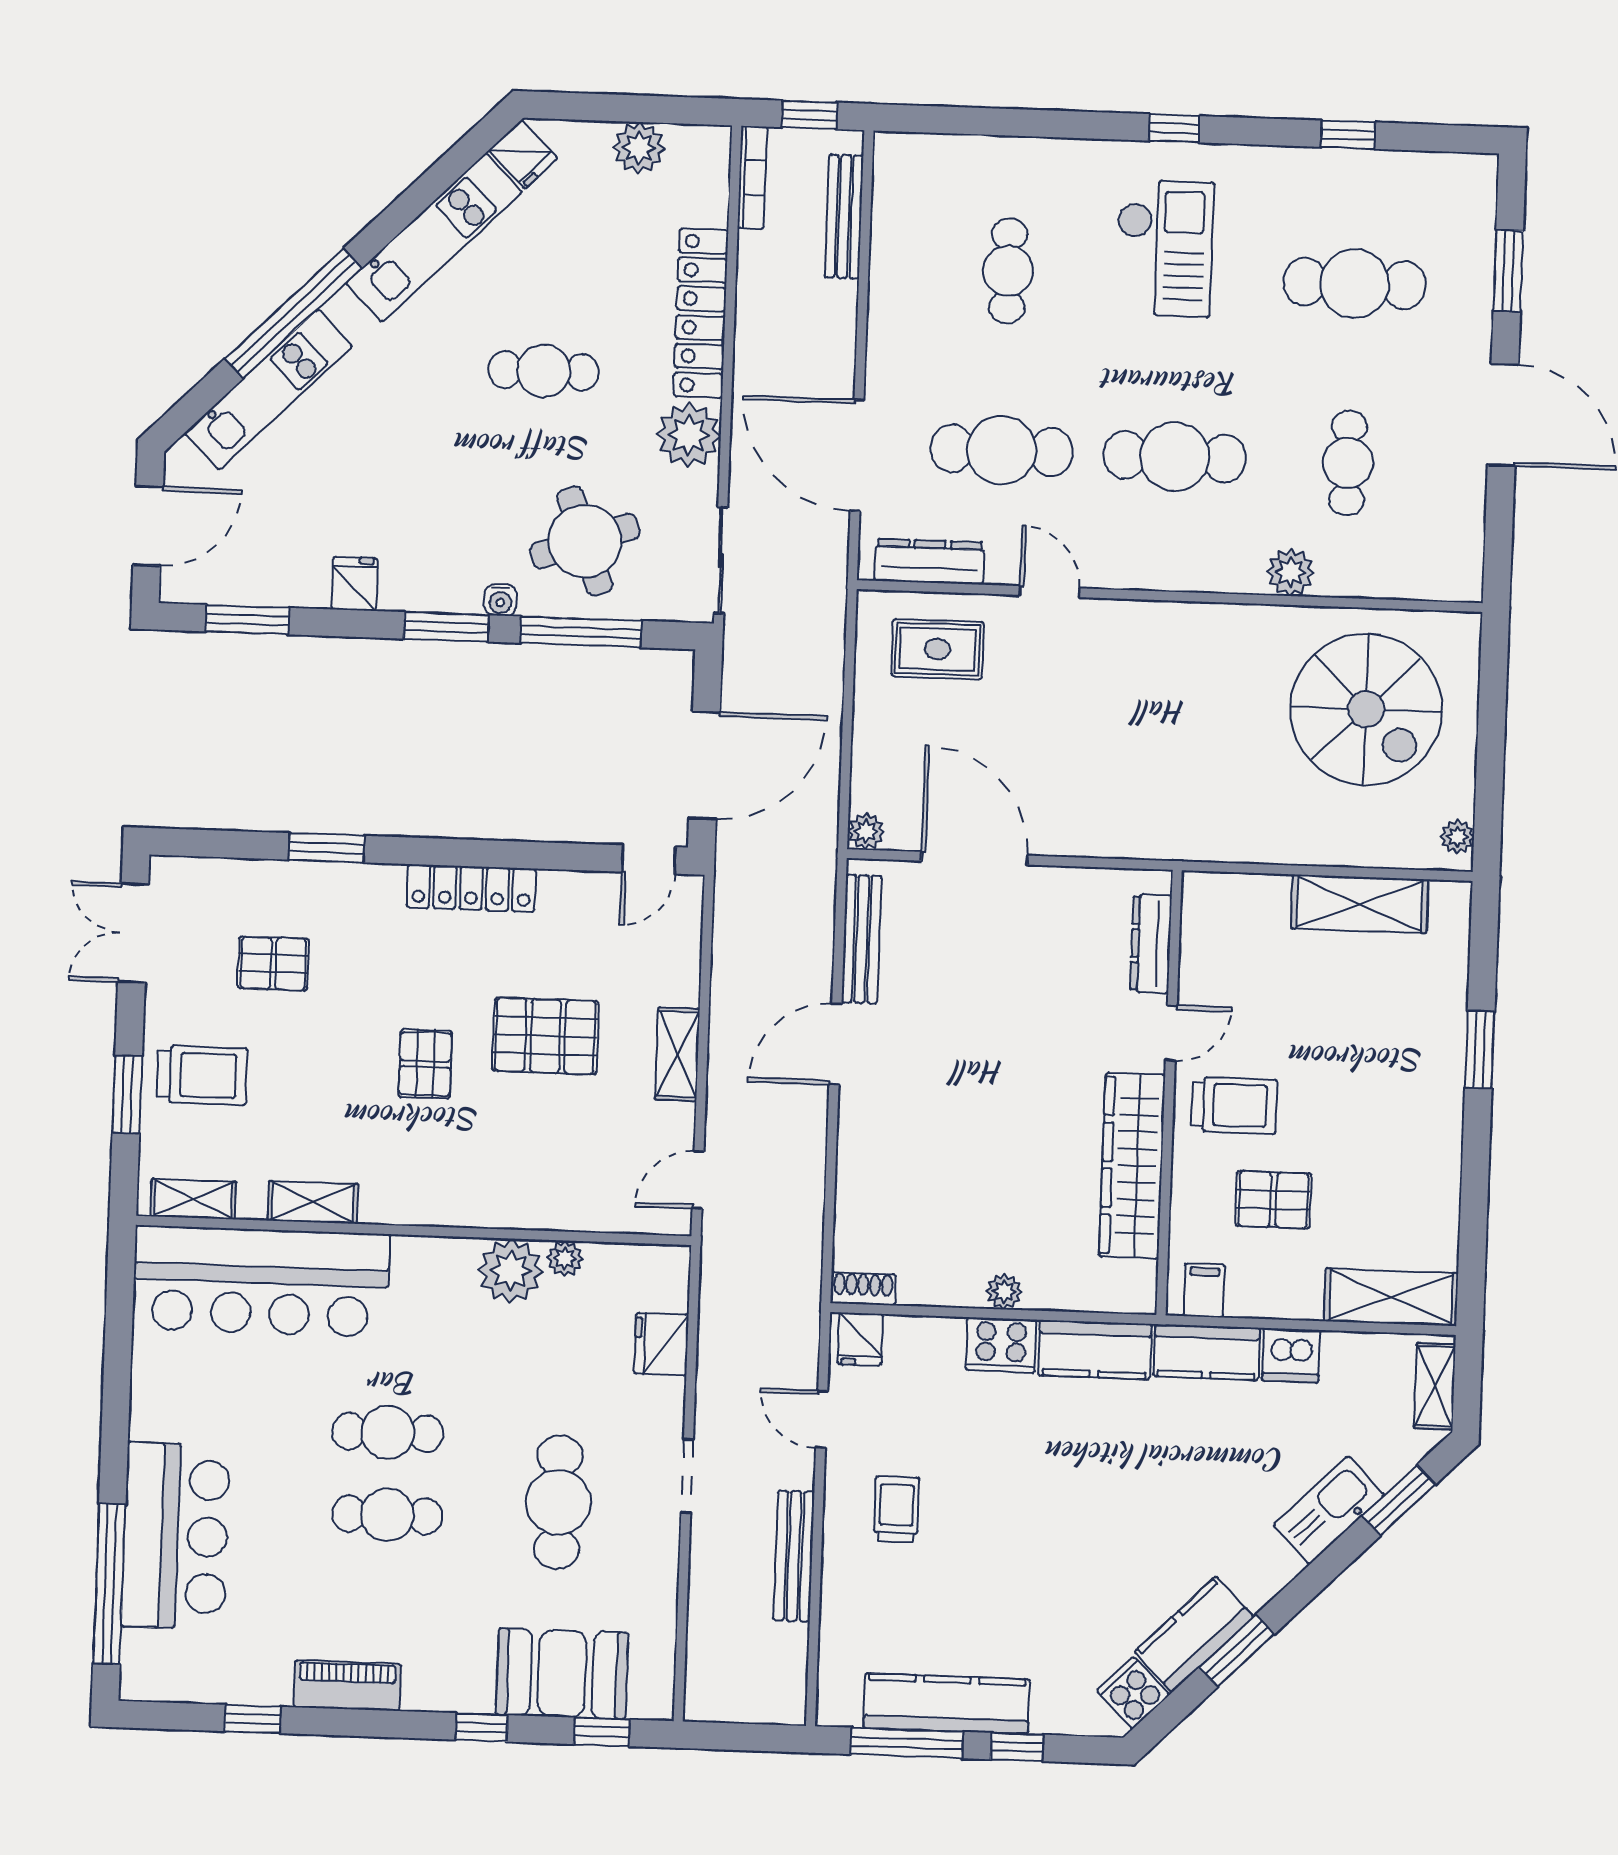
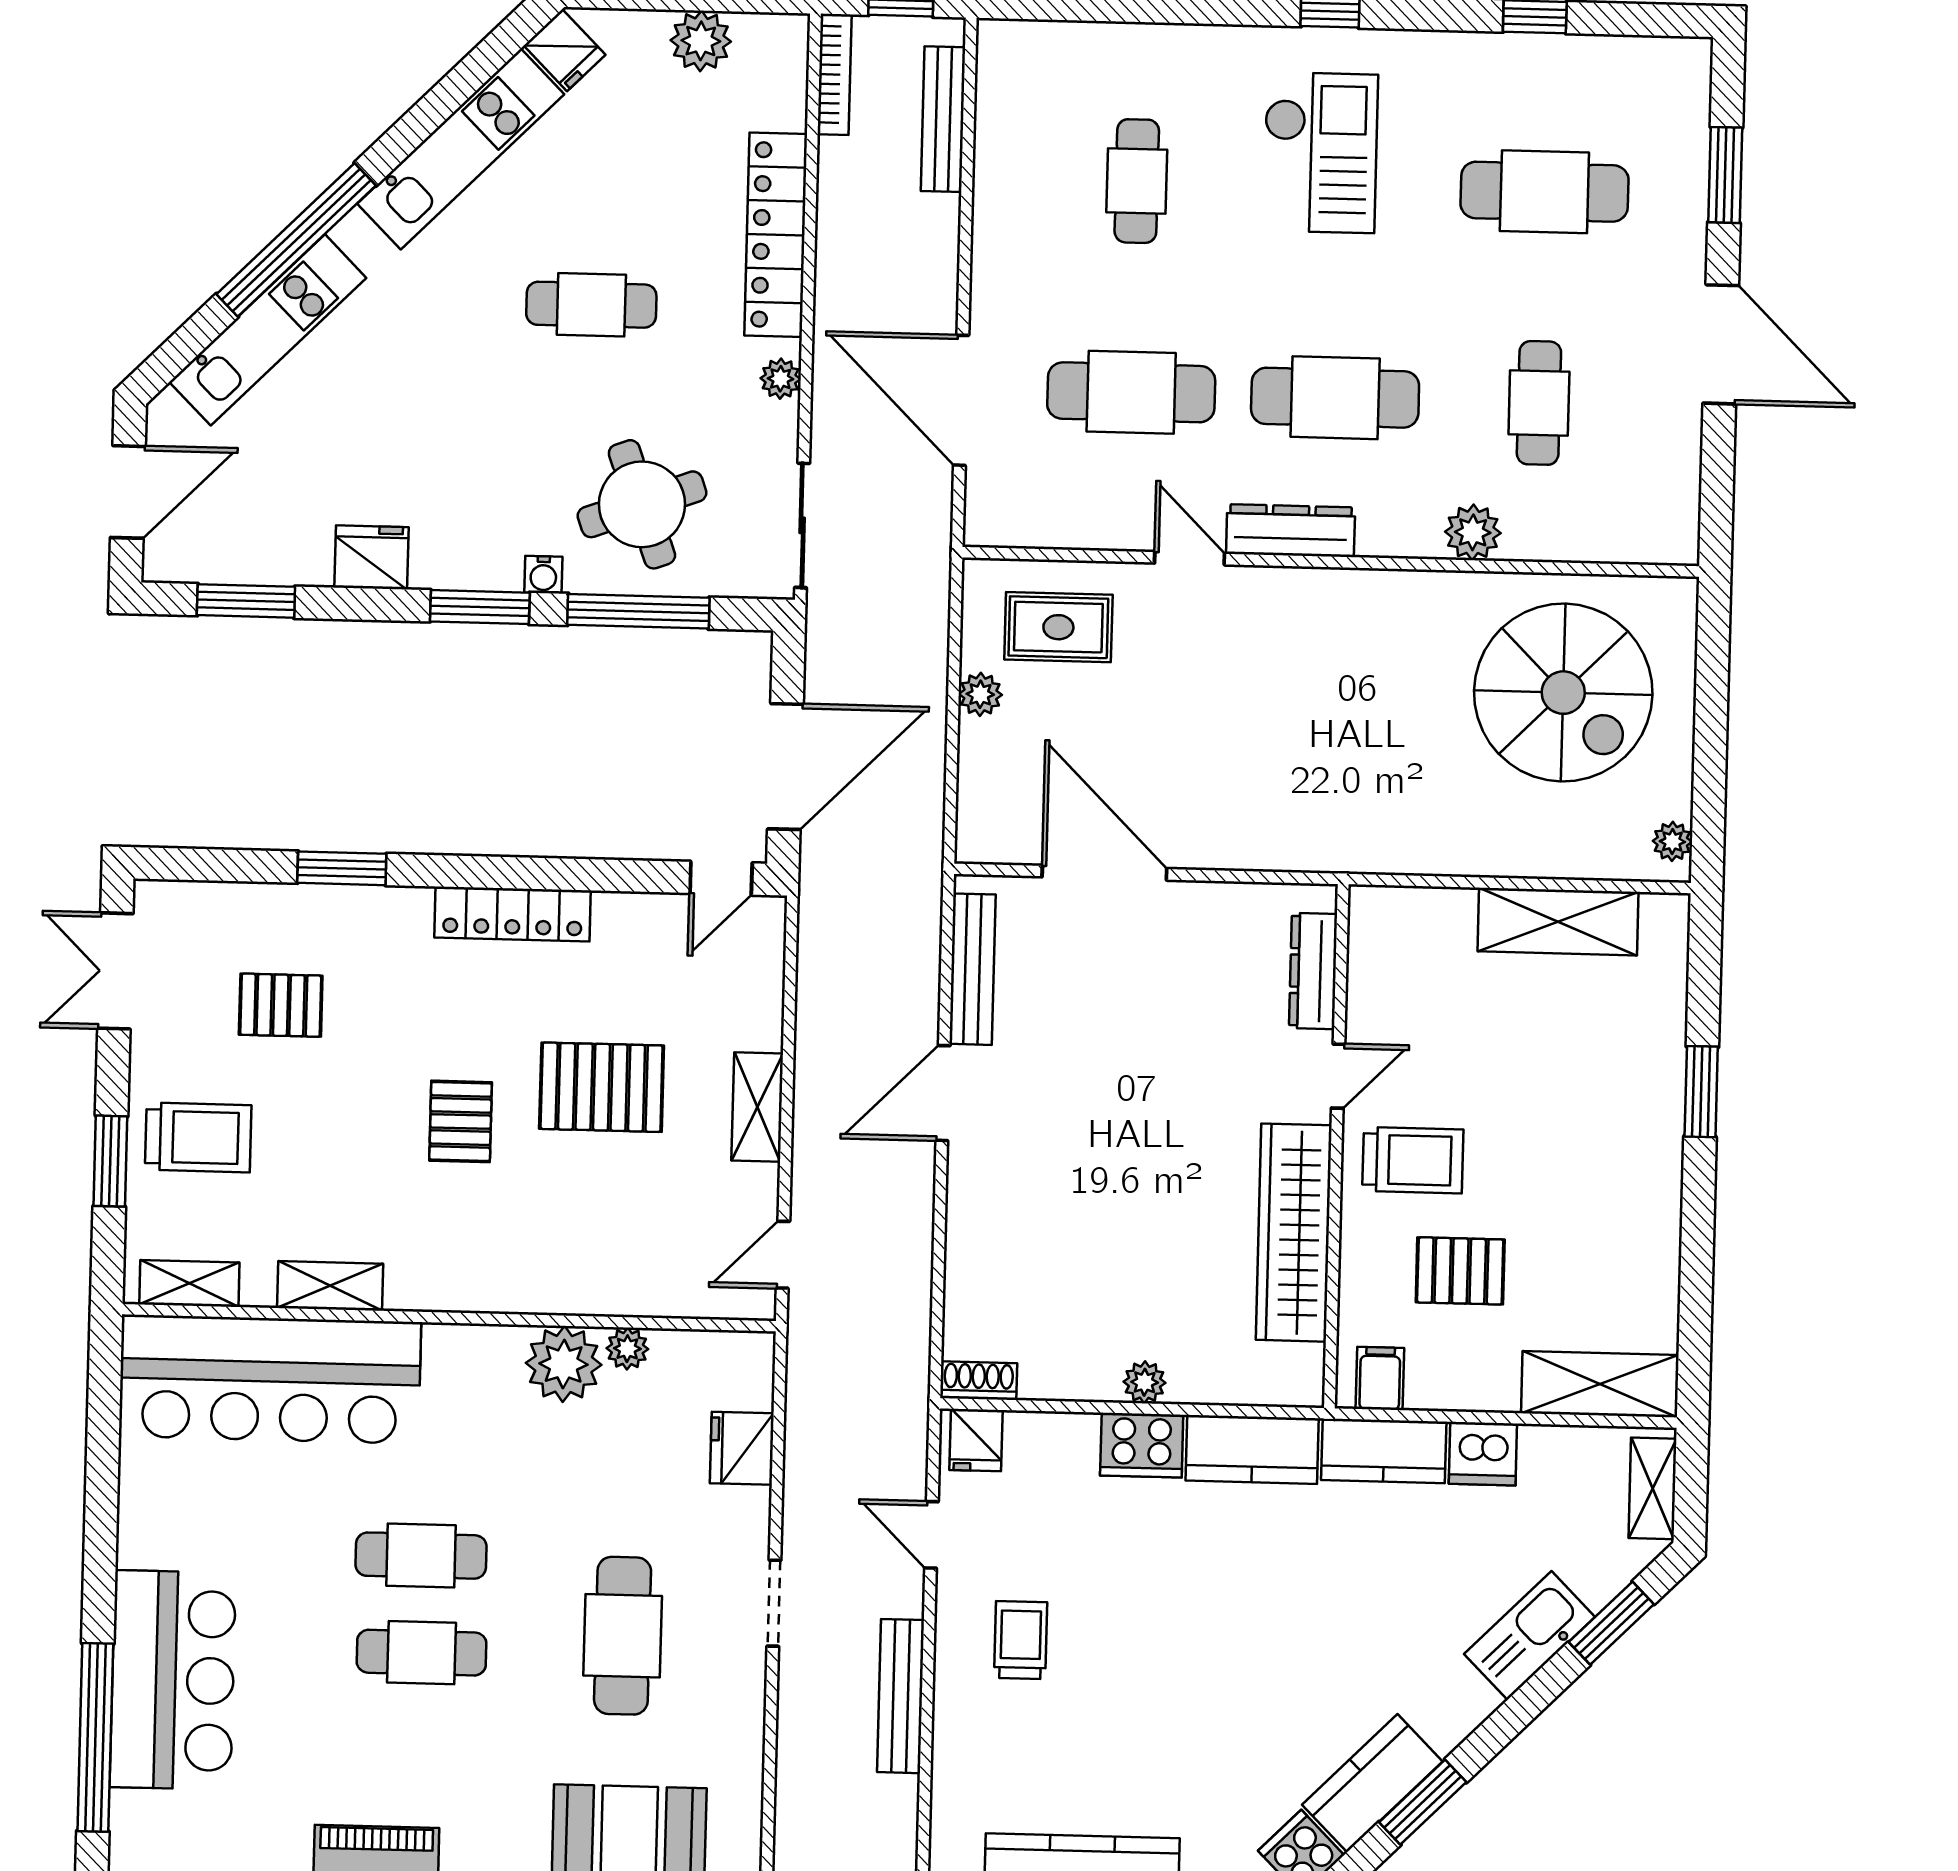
plant: (689, 435) -> (781, 379), width x0.53, depth x0.53
dresser: (929, 562) -> (1291, 531), moved
fridge: (355, 584) -> (371, 557), width x1.38
plant: (866, 831) -> (980, 694), moved

